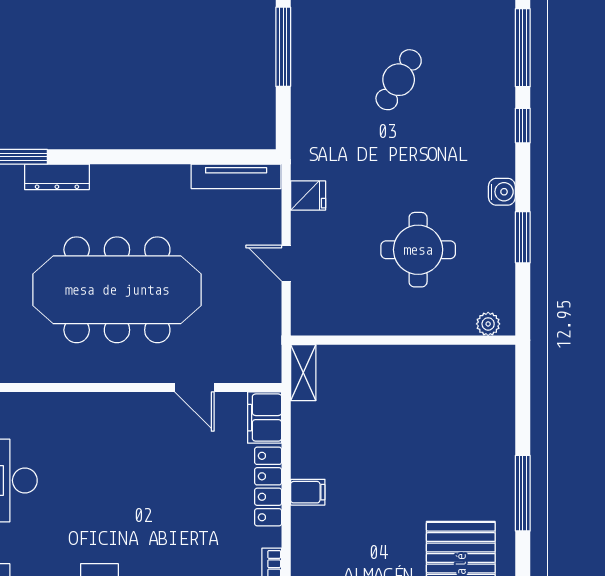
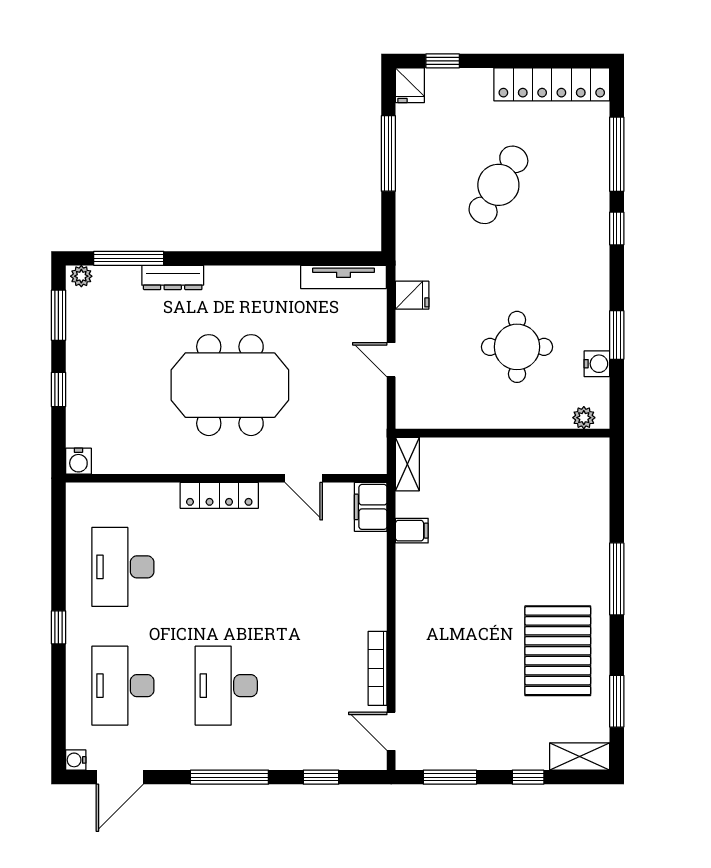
cafe table: (399, 80) -> (498, 185), width x1.37, depth x1.35
water cooler: (502, 192) -> (597, 364), moved
meeting table: (117, 290) -> (230, 385), width x0.73
locker: (268, 487) -> (219, 495), moved, turned -90
filing cabinet: (308, 492) -> (412, 531), moved

